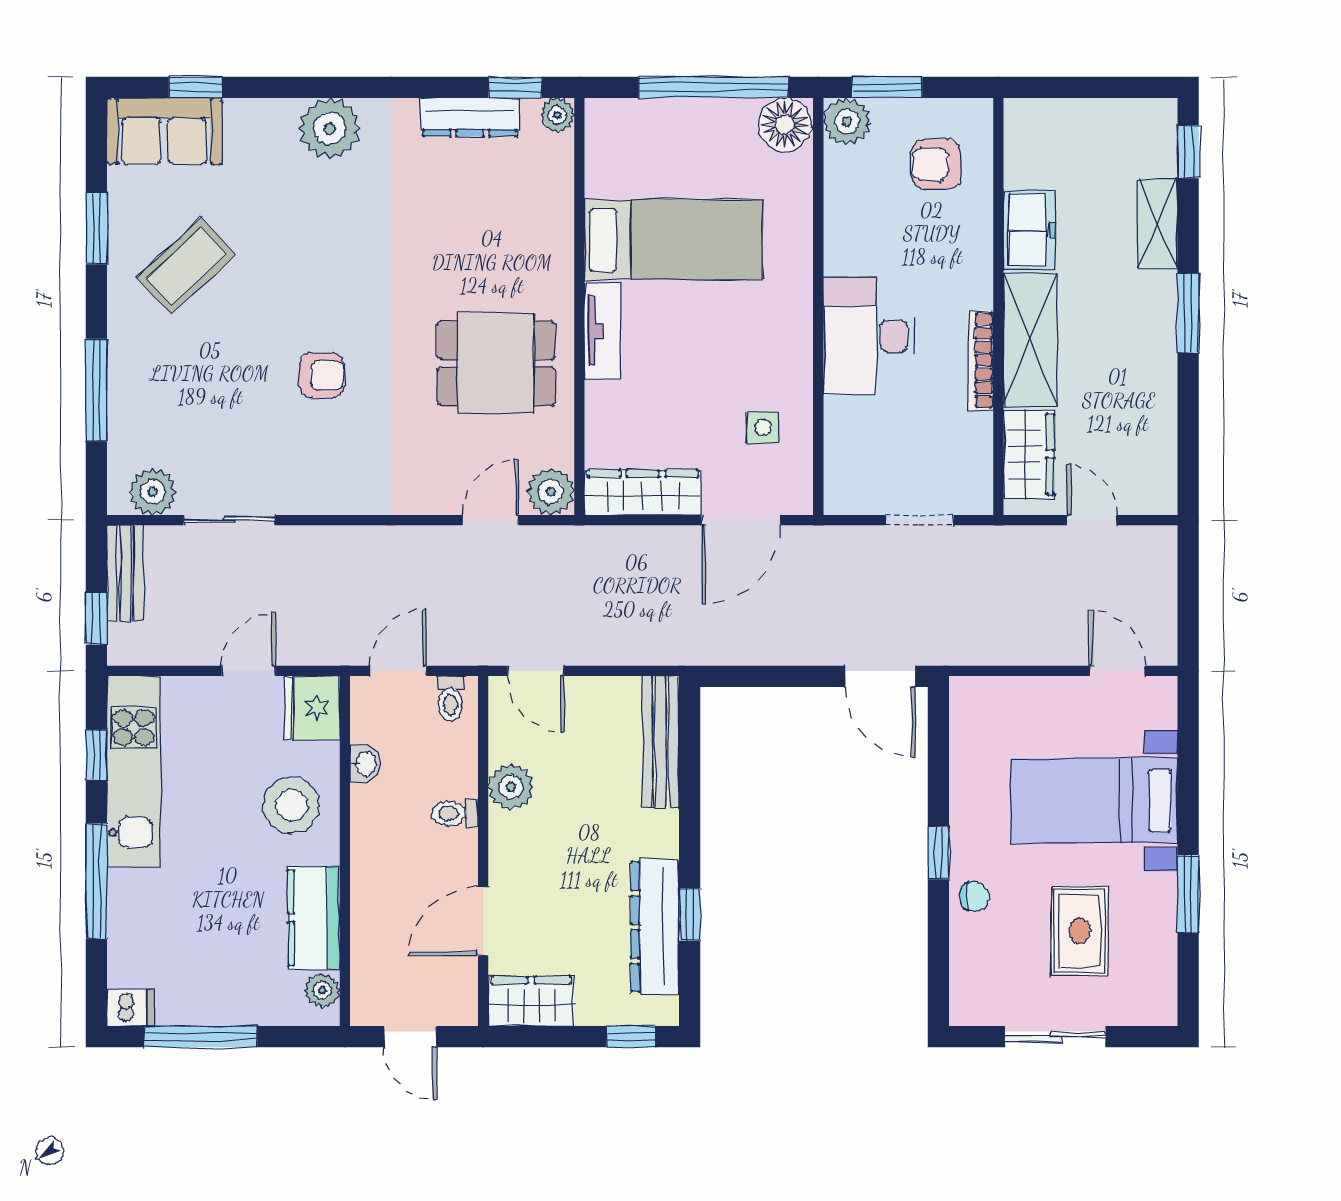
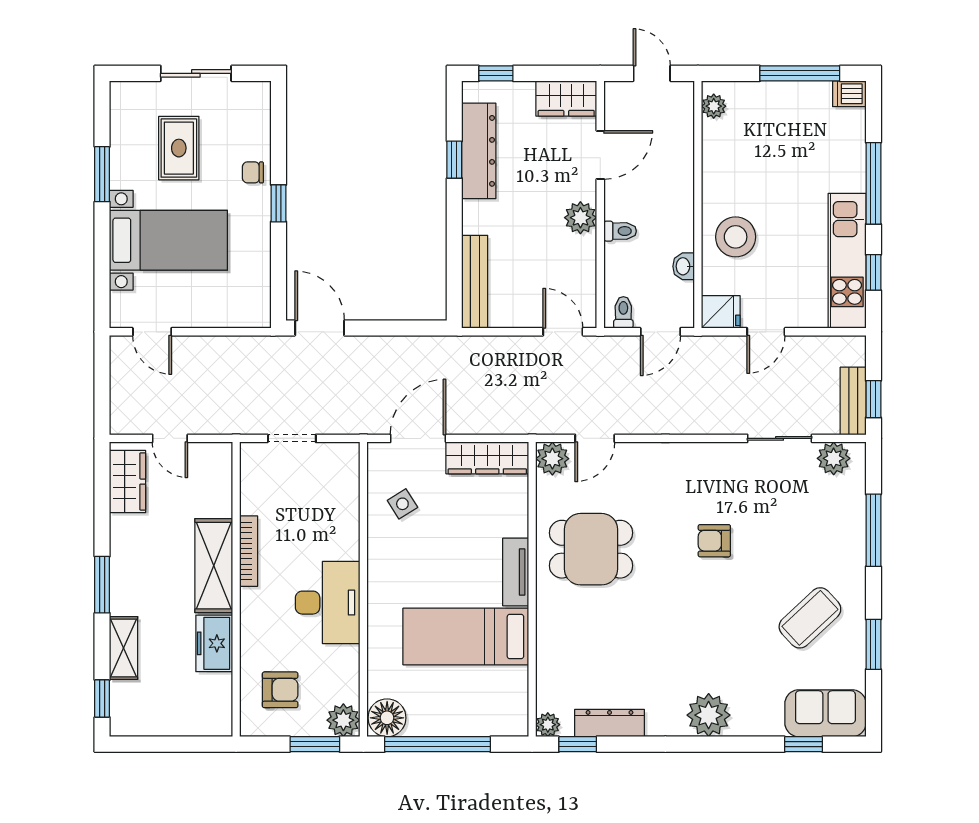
desk: (869, 336) -> (328, 603), moved
side table: (763, 427) -> (402, 504), turned -32
wardrobe: (1029, 454) -> (128, 482), moved, turned 180
window: (96, 618) -> (873, 399), moved
fridge: (312, 708) -> (721, 312), width x0.72
plant: (511, 787) -> (580, 218), moved
kitchen counter: (314, 918) -> (720, 157), removed

